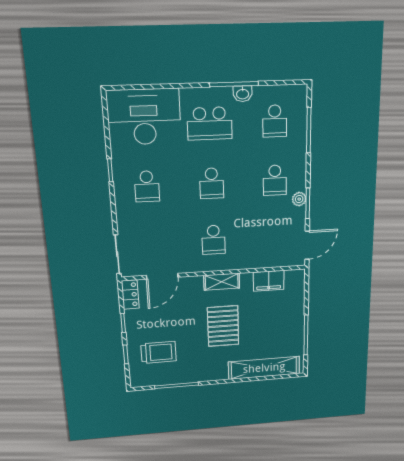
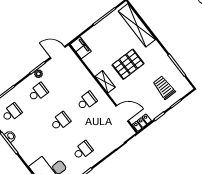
school desk: (210, 123) -> (34, 142), removed
filing cabinet: (269, 281) -> (81, 48), moved

